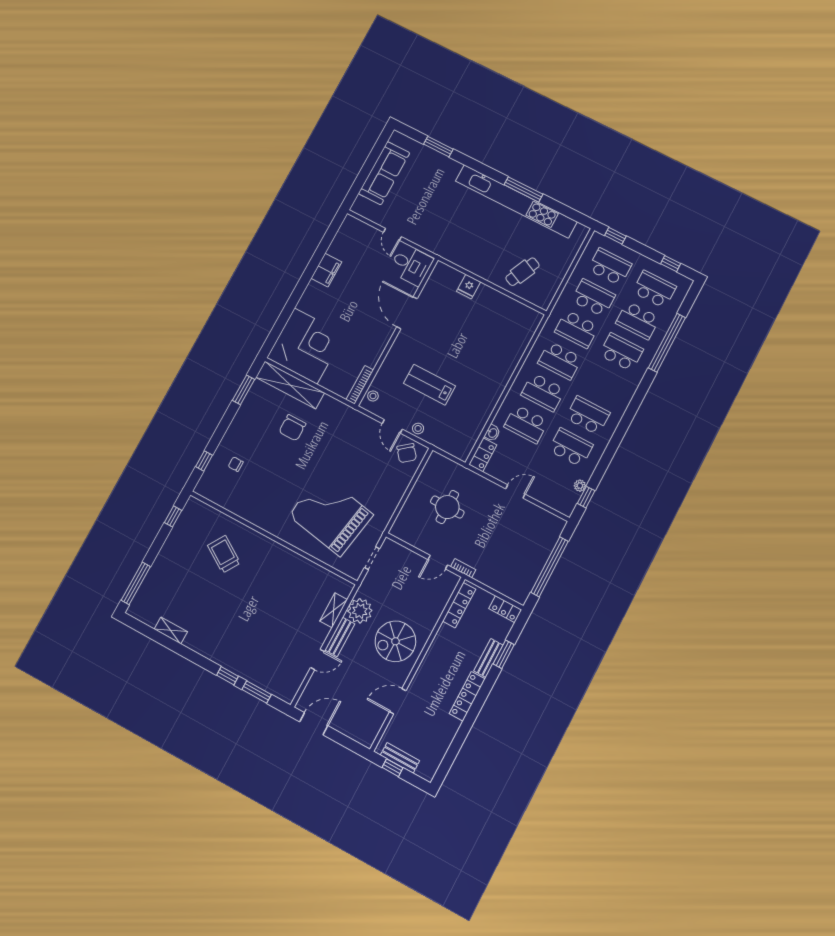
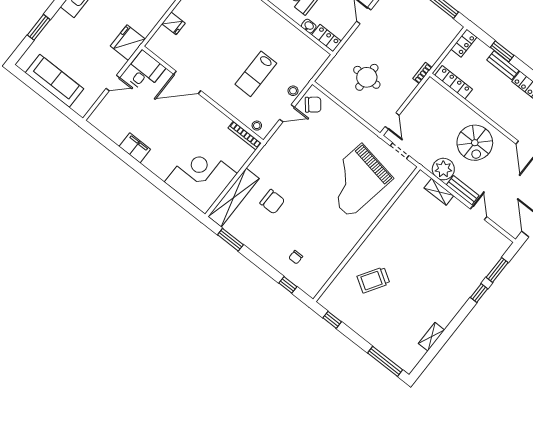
fridge: (439, 242) -> (128, 43), added
door: (438, 562) -> (392, 121), moved

